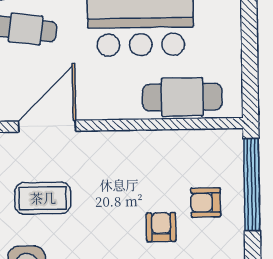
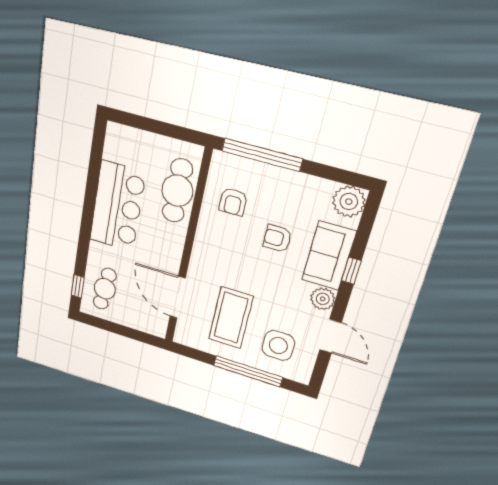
coffee table: (43, 198) -> (231, 318), width x1.36, depth x1.32
armchair: (206, 203) -> (233, 202), moved

